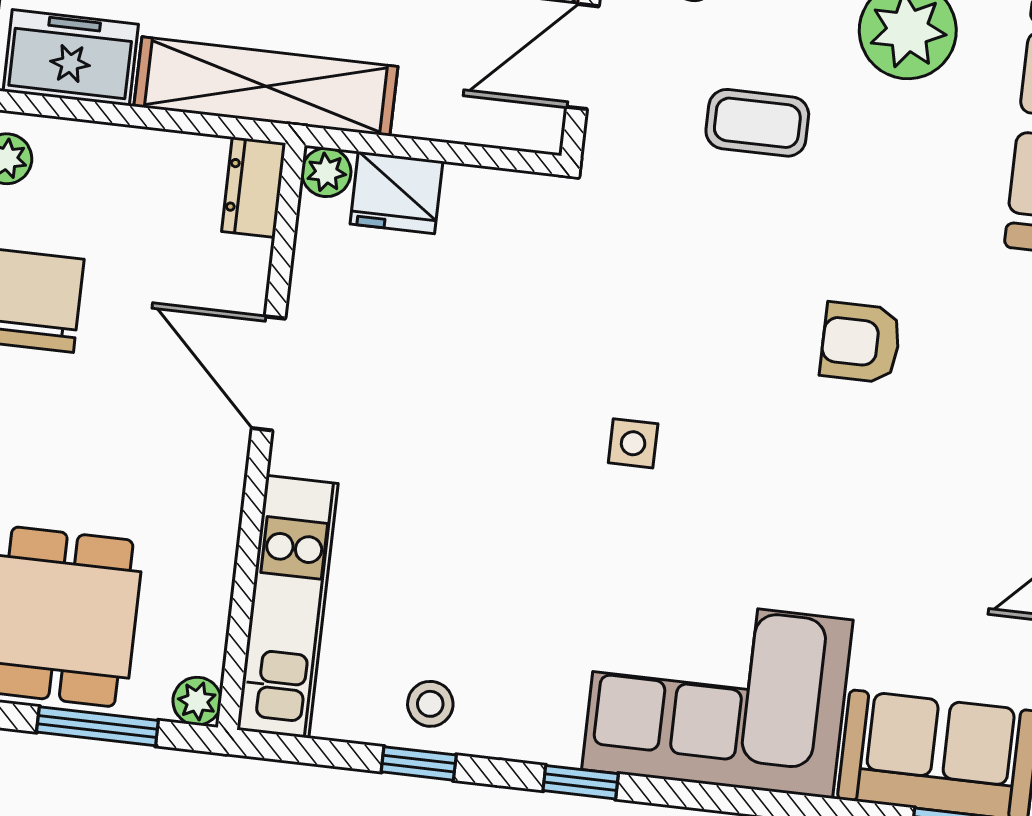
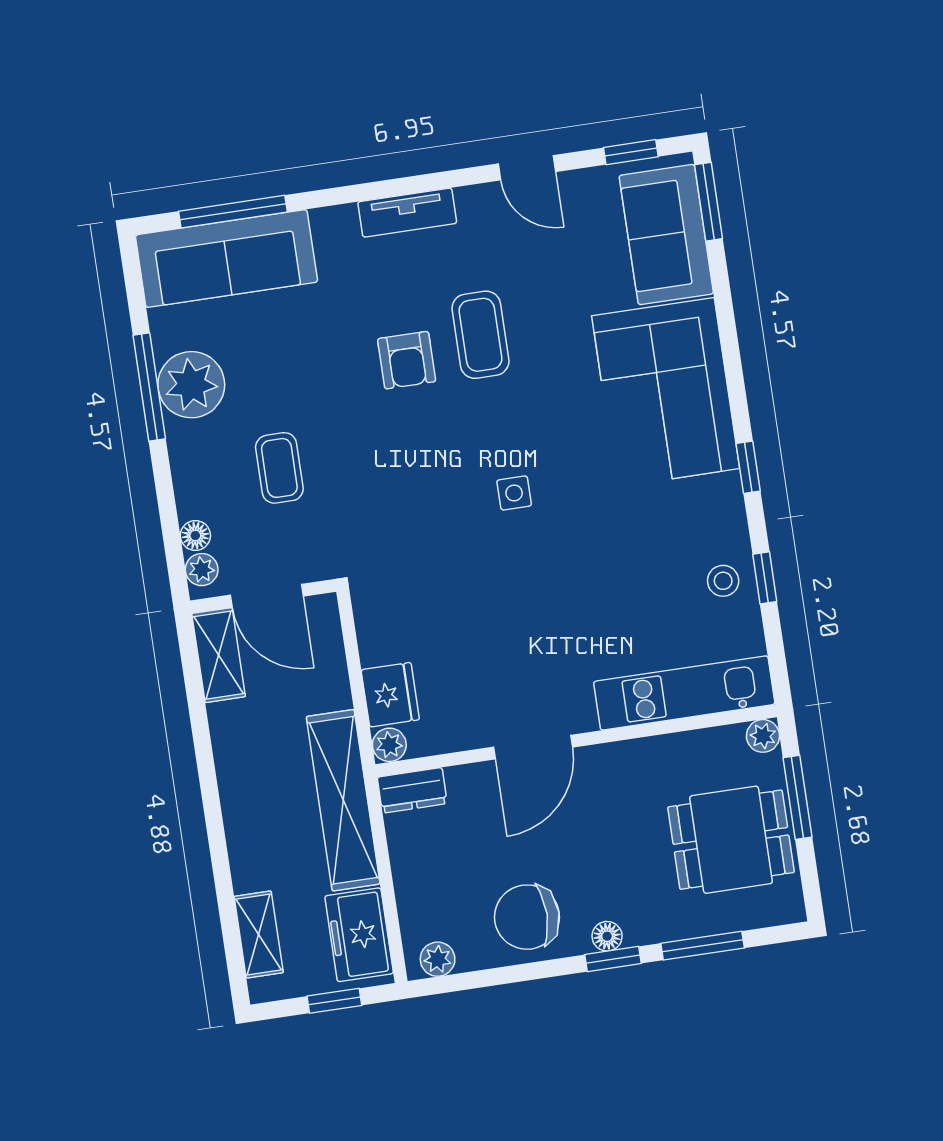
coffee table: (868, 456) -> (480, 335), added

